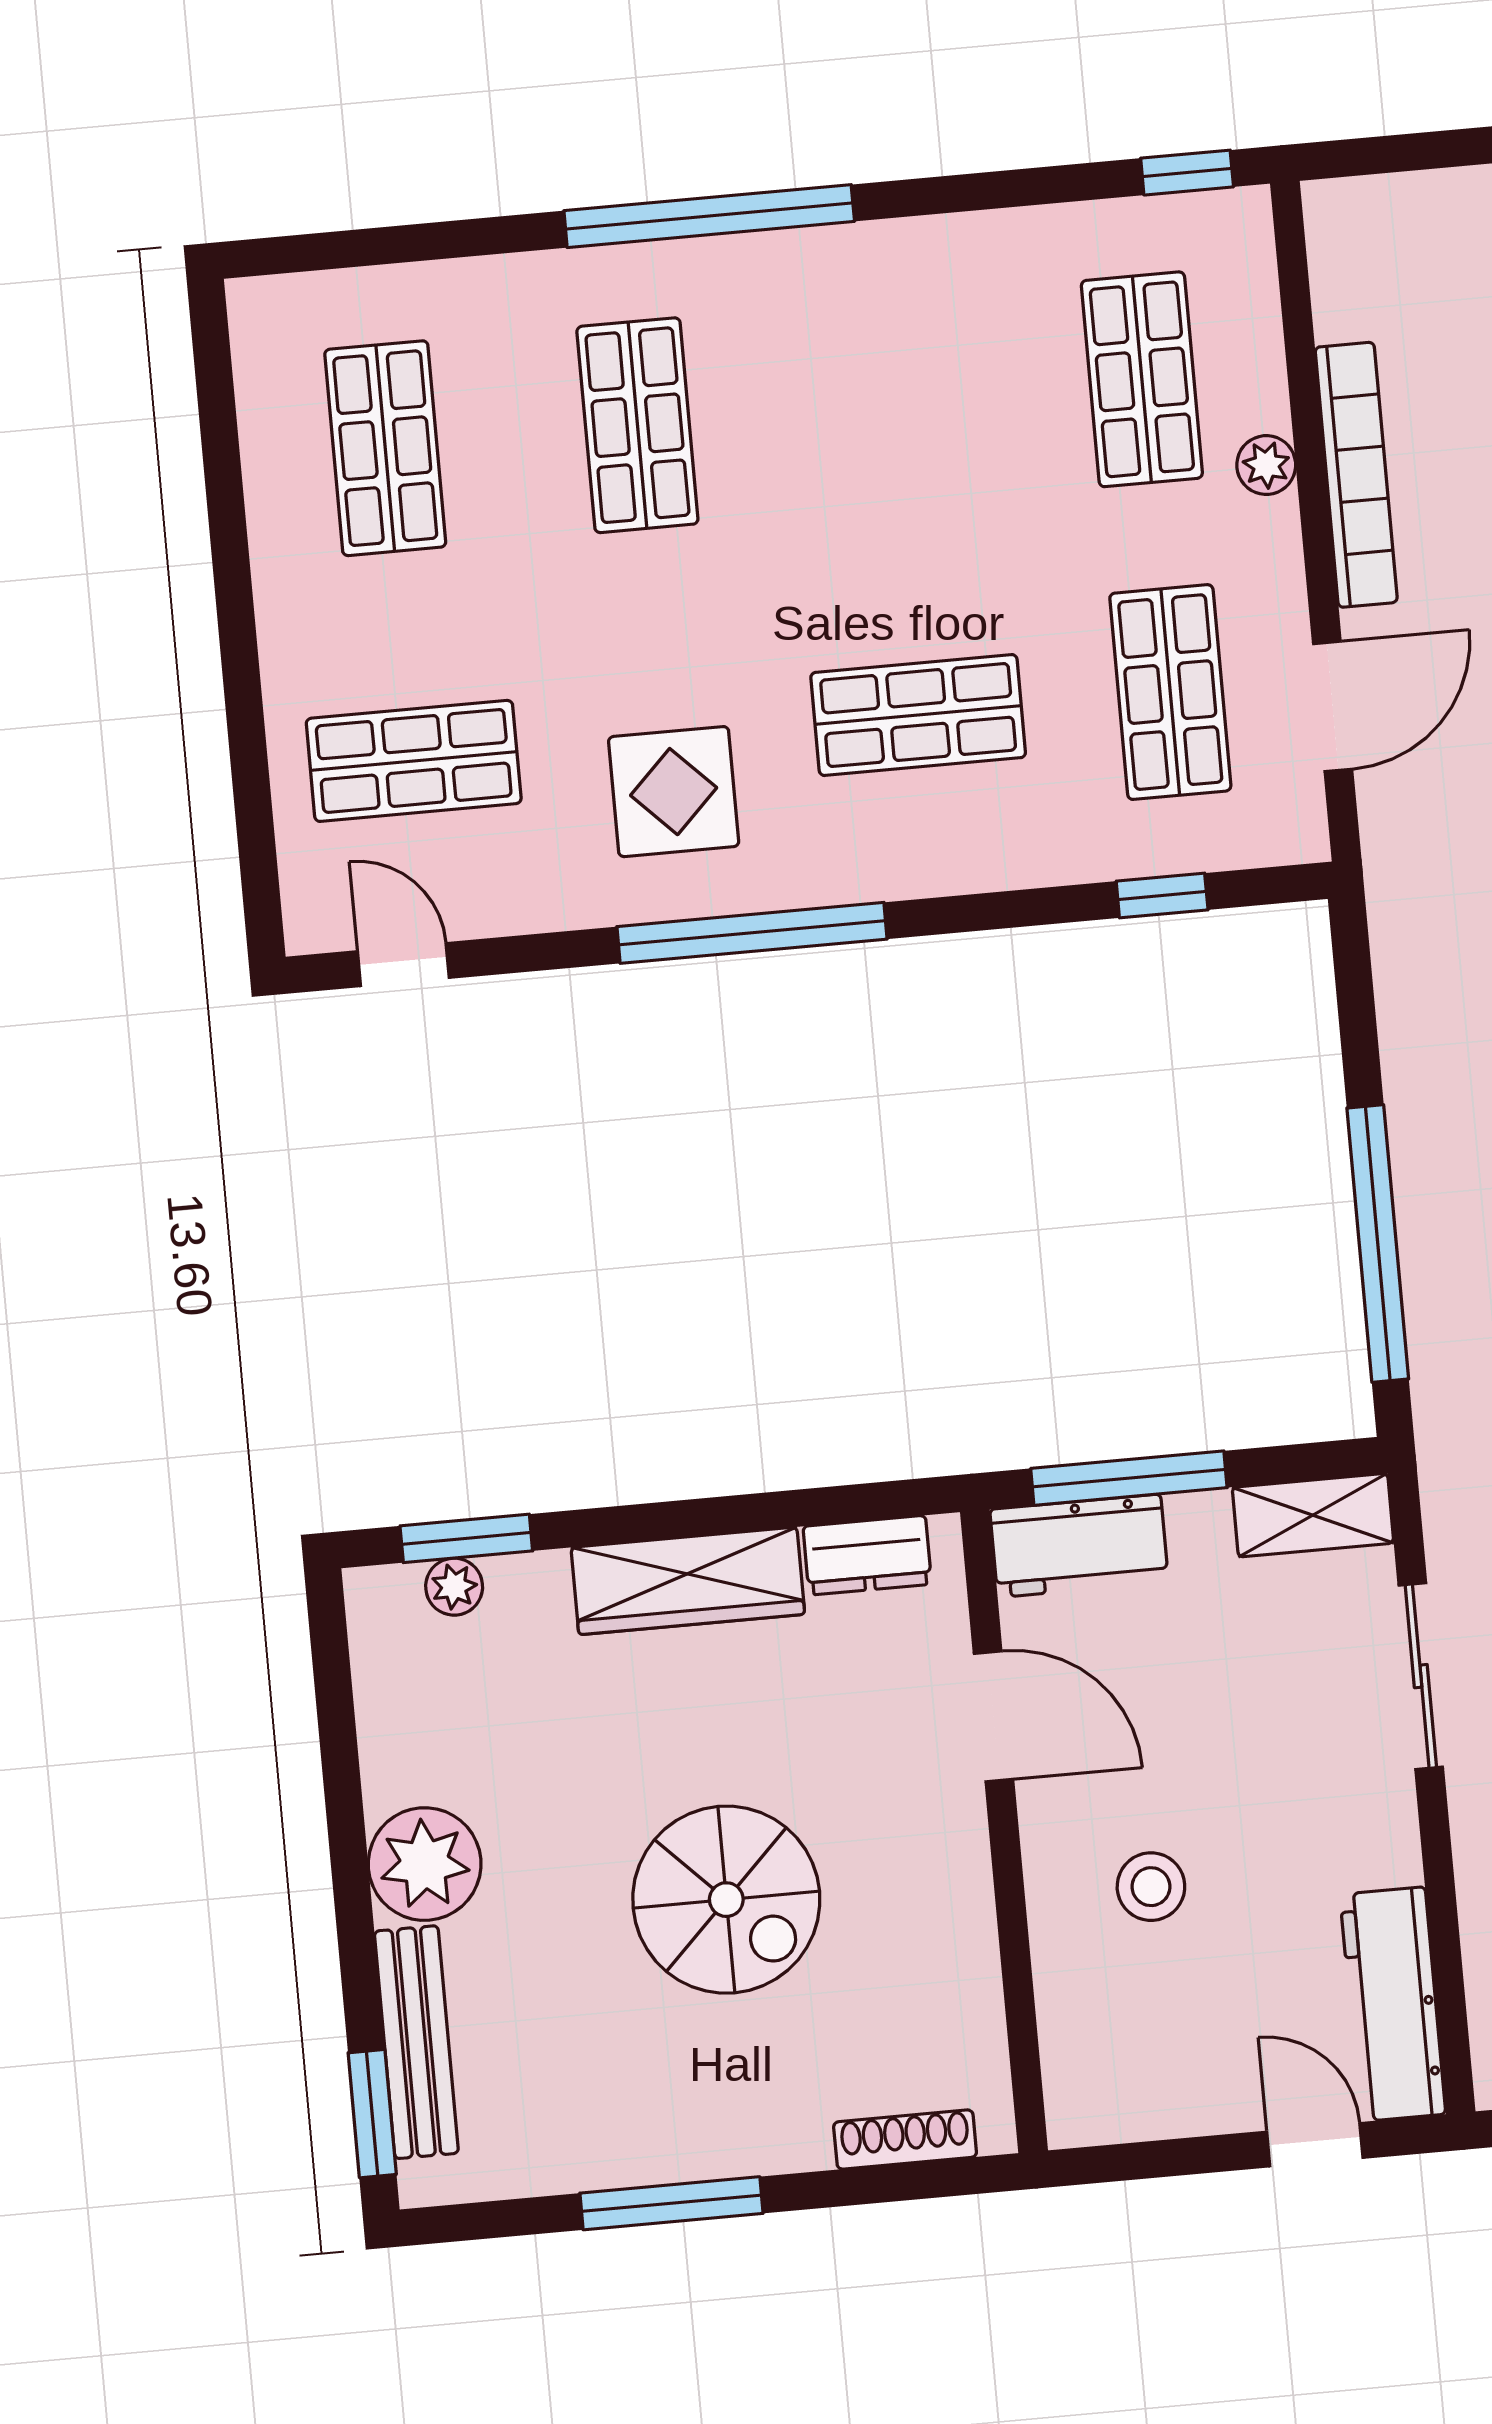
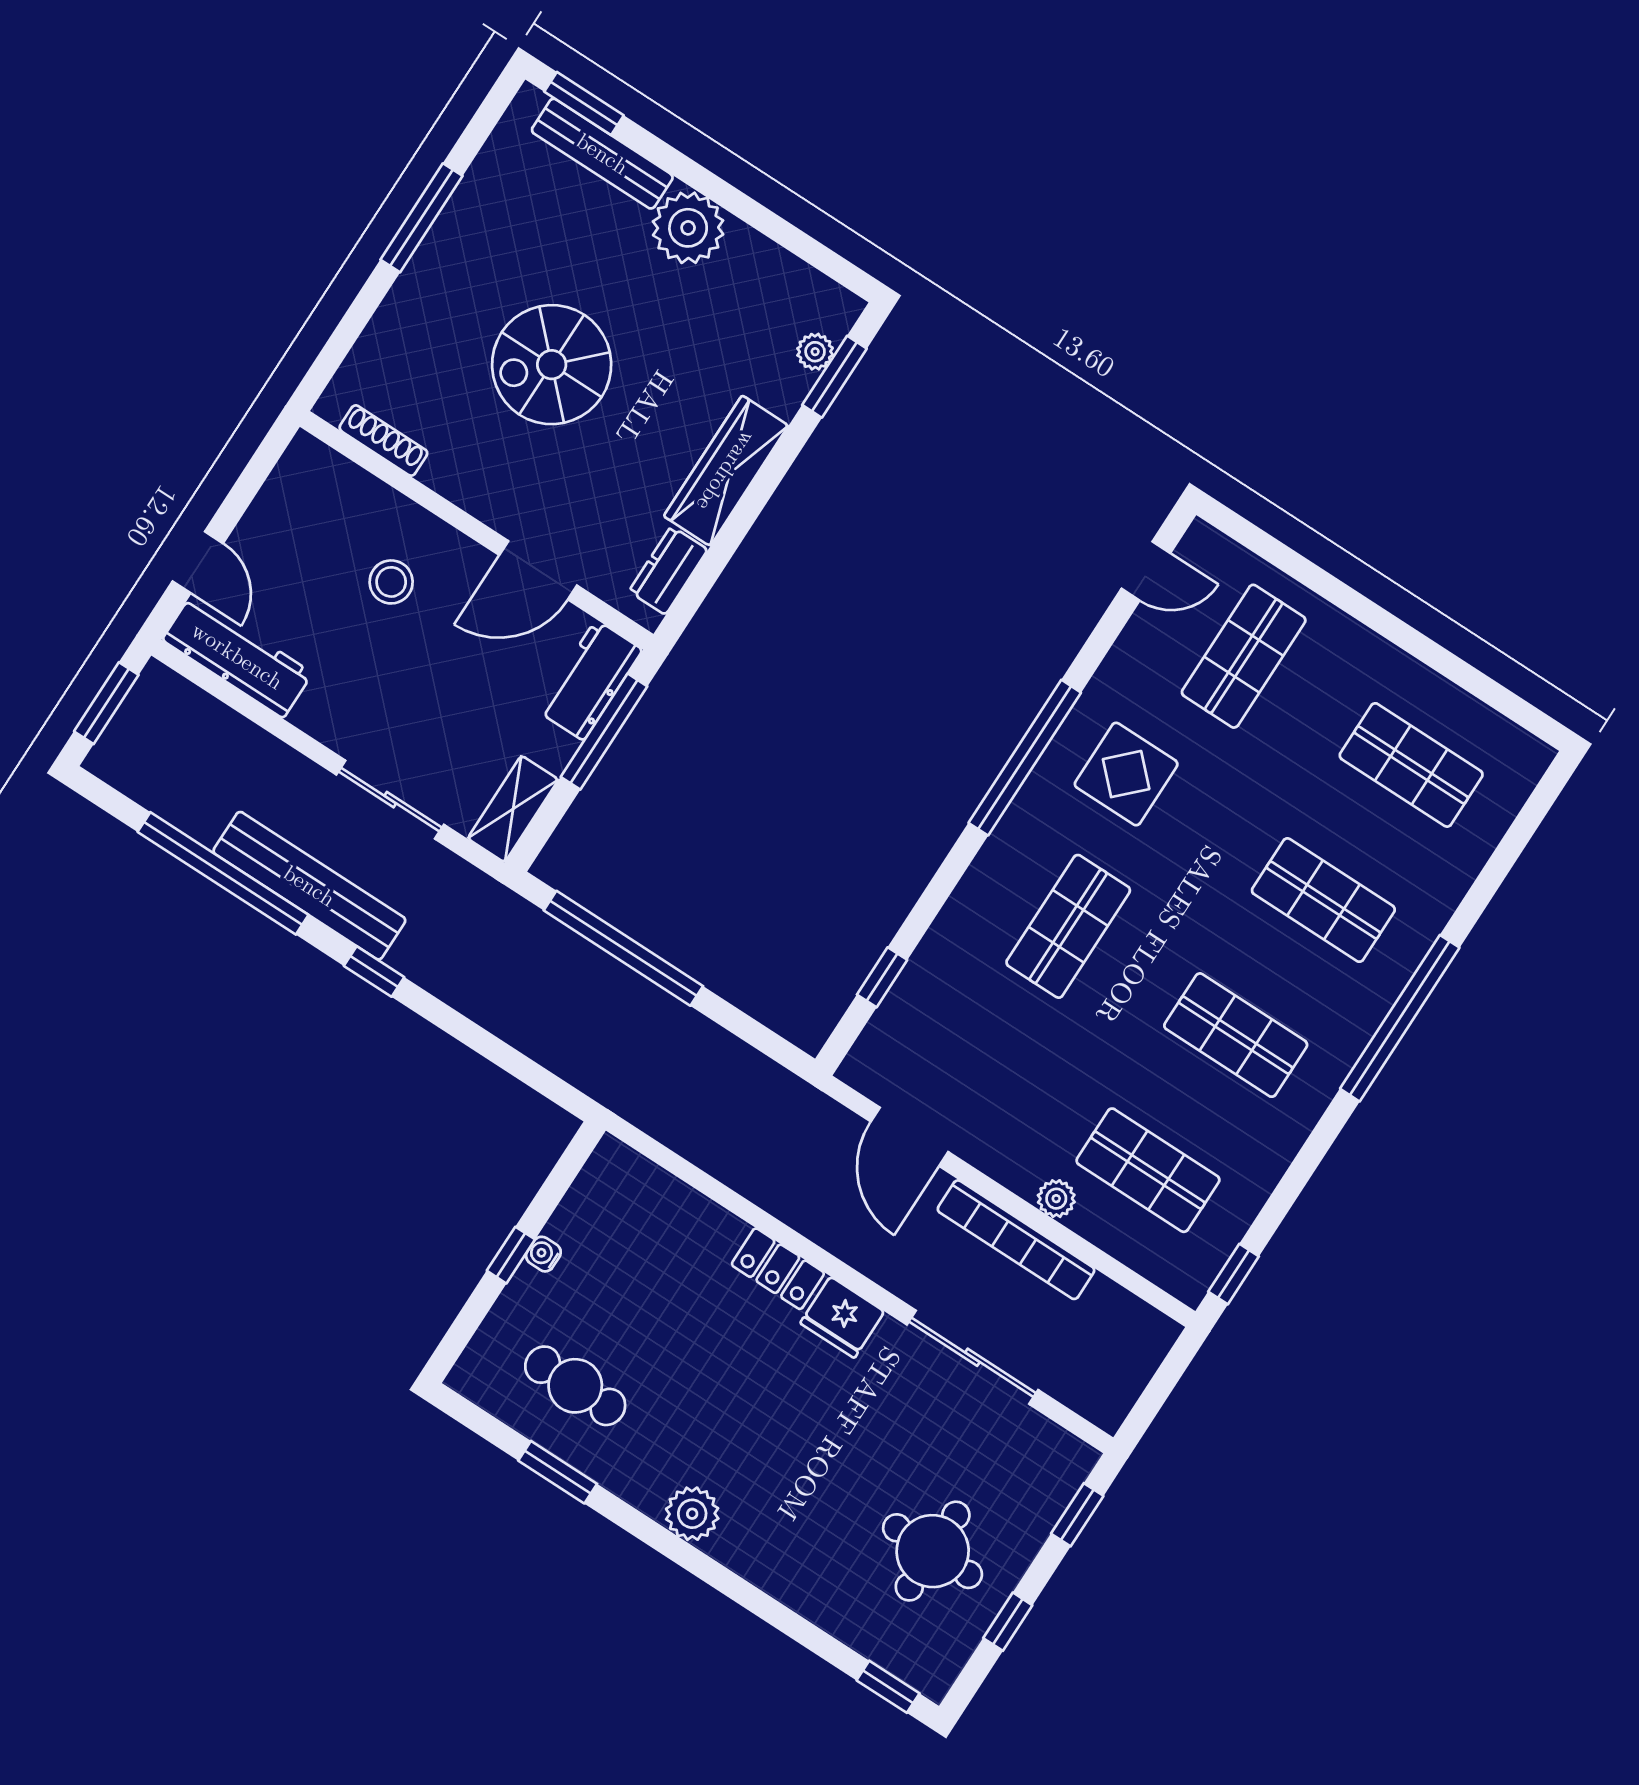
shop shelf: (1170, 692) -> (1236, 1035), moved
shoe rack: (905, 2140) -> (383, 441), moved, turned -90
door: (1315, 2145) -> (198, 562), hinge flipped

